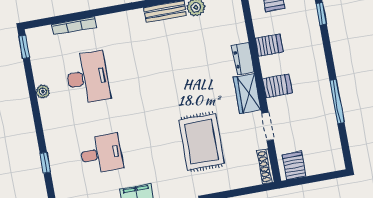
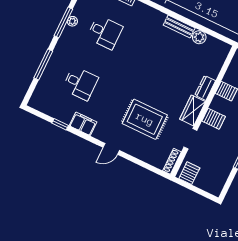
desk: (88, 78) -> (105, 32), width x0.73
window: (34, 100) -> (63, 22), added
rug: (201, 142) -> (145, 119), turned 90
window: (45, 163) -> (43, 64), width x2.17

